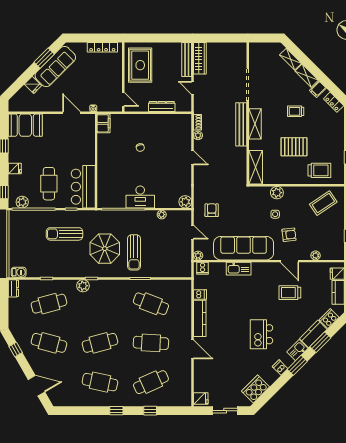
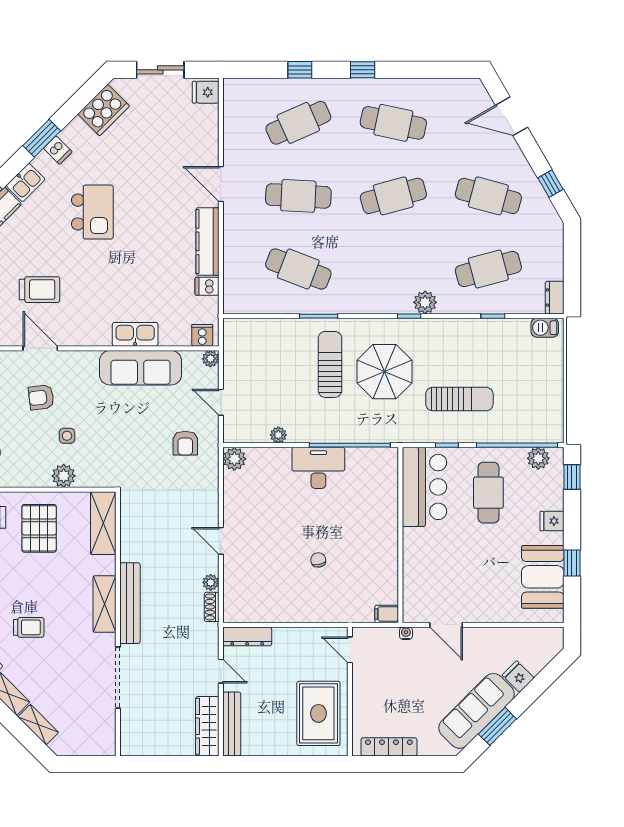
dresser: (162, 106) -> (247, 636), moved
filing cabinet: (104, 123) -> (387, 614), width x0.50
booth: (25, 125) -> (543, 577), moved, turned 90
pallet: (294, 147) -> (39, 528), moved, turned 90
sofa: (244, 248) -> (141, 368), width x0.74, depth x0.79
window: (297, 365) -> (42, 138), moved

